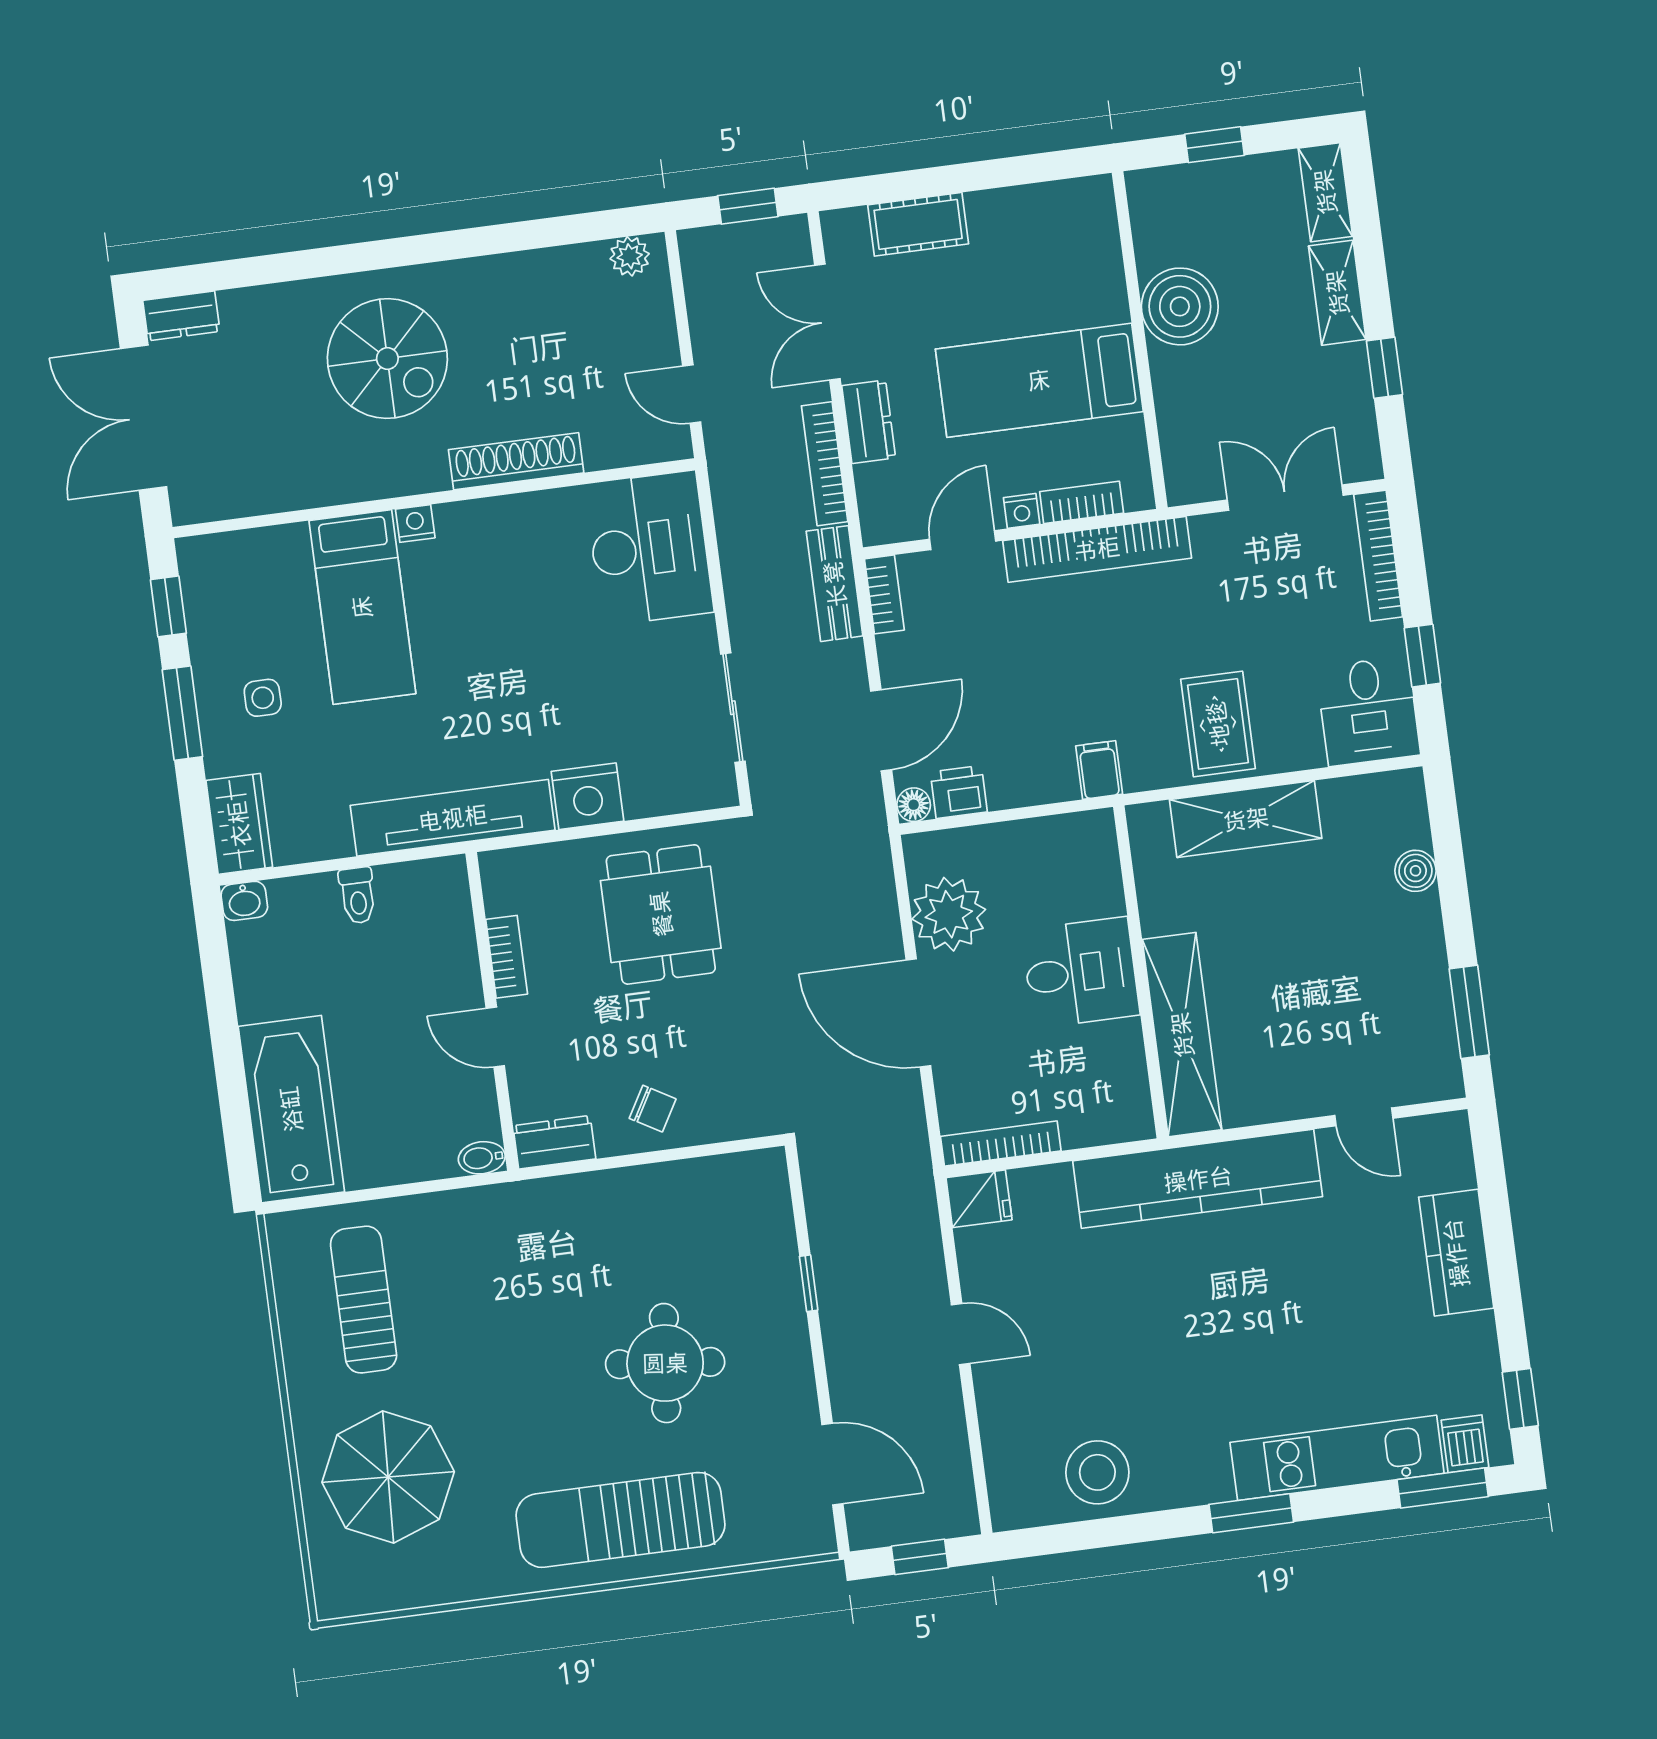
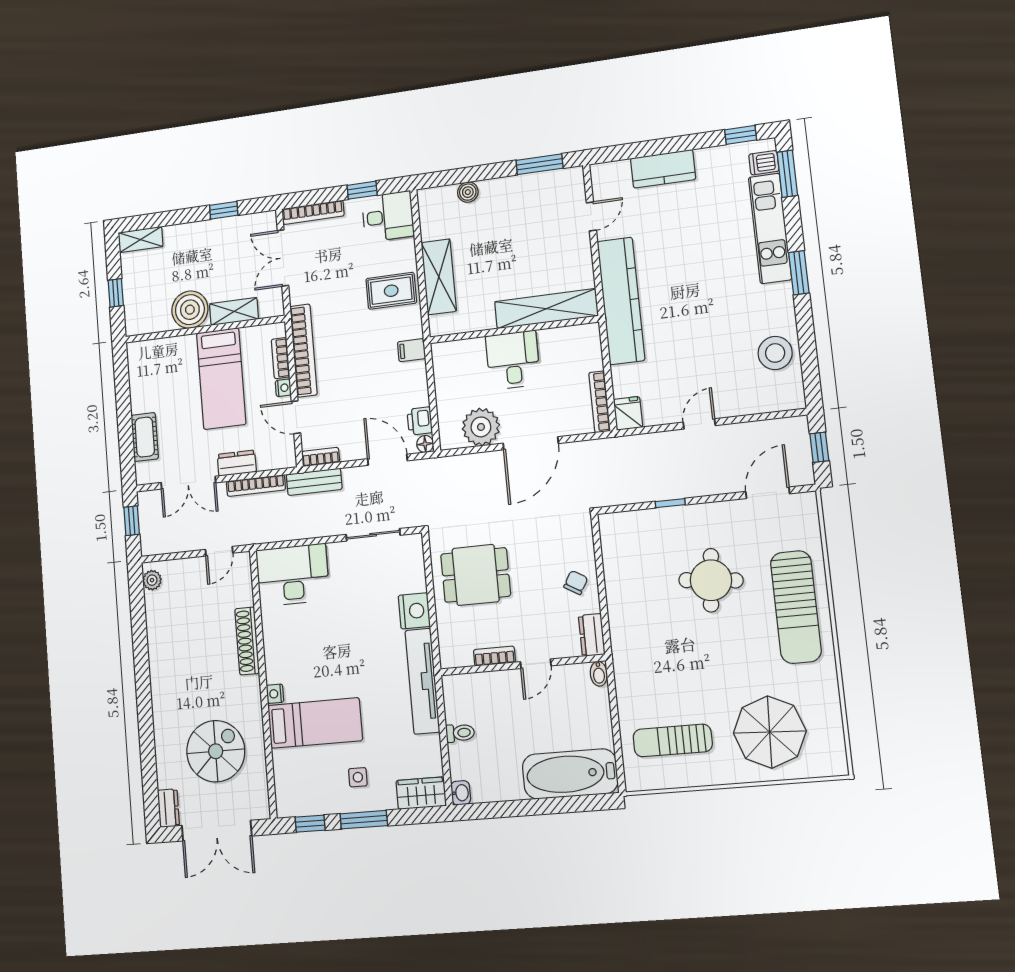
shelving: (1337, 293) -> (234, 311), moved
spiral stairs: (387, 359) -> (216, 751), moved

